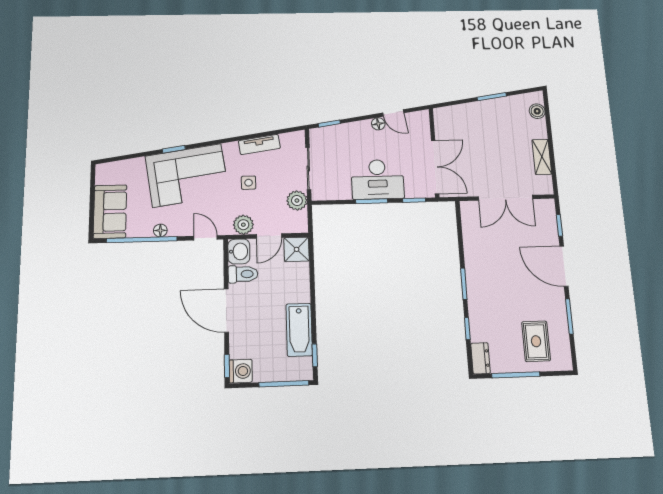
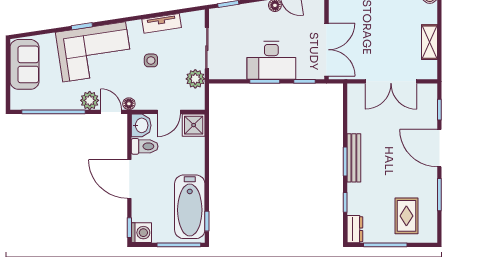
sofa: (110, 212) -> (24, 64), moved
plant: (243, 225) -> (90, 100), moved
floor lamp: (160, 230) -> (129, 104), moved
bench: (473, 279) -> (354, 158), added
bathtub: (299, 330) -> (190, 207), width x1.36, depth x1.36

